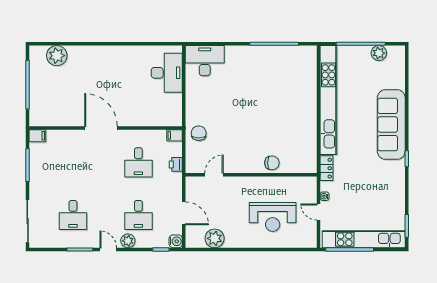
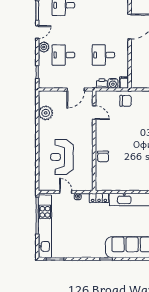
door: (319, 212) -> (66, 192), hinge flipped
door: (184, 213) -> (76, 89), moved
water cooler: (176, 241) -> (113, 83), moved

